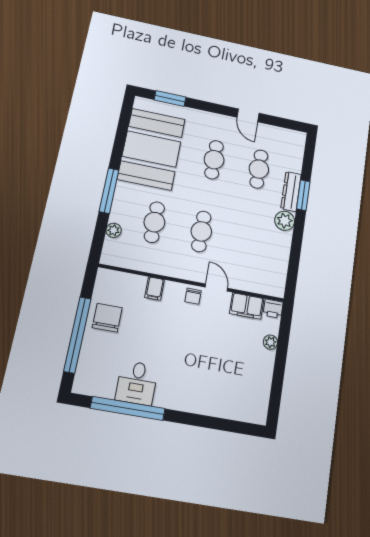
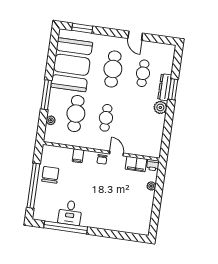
cafe table: (214, 160) -> (113, 69), width x1.37, depth x1.35
cafe table: (154, 222) -> (76, 114), width x1.37, depth x1.35

